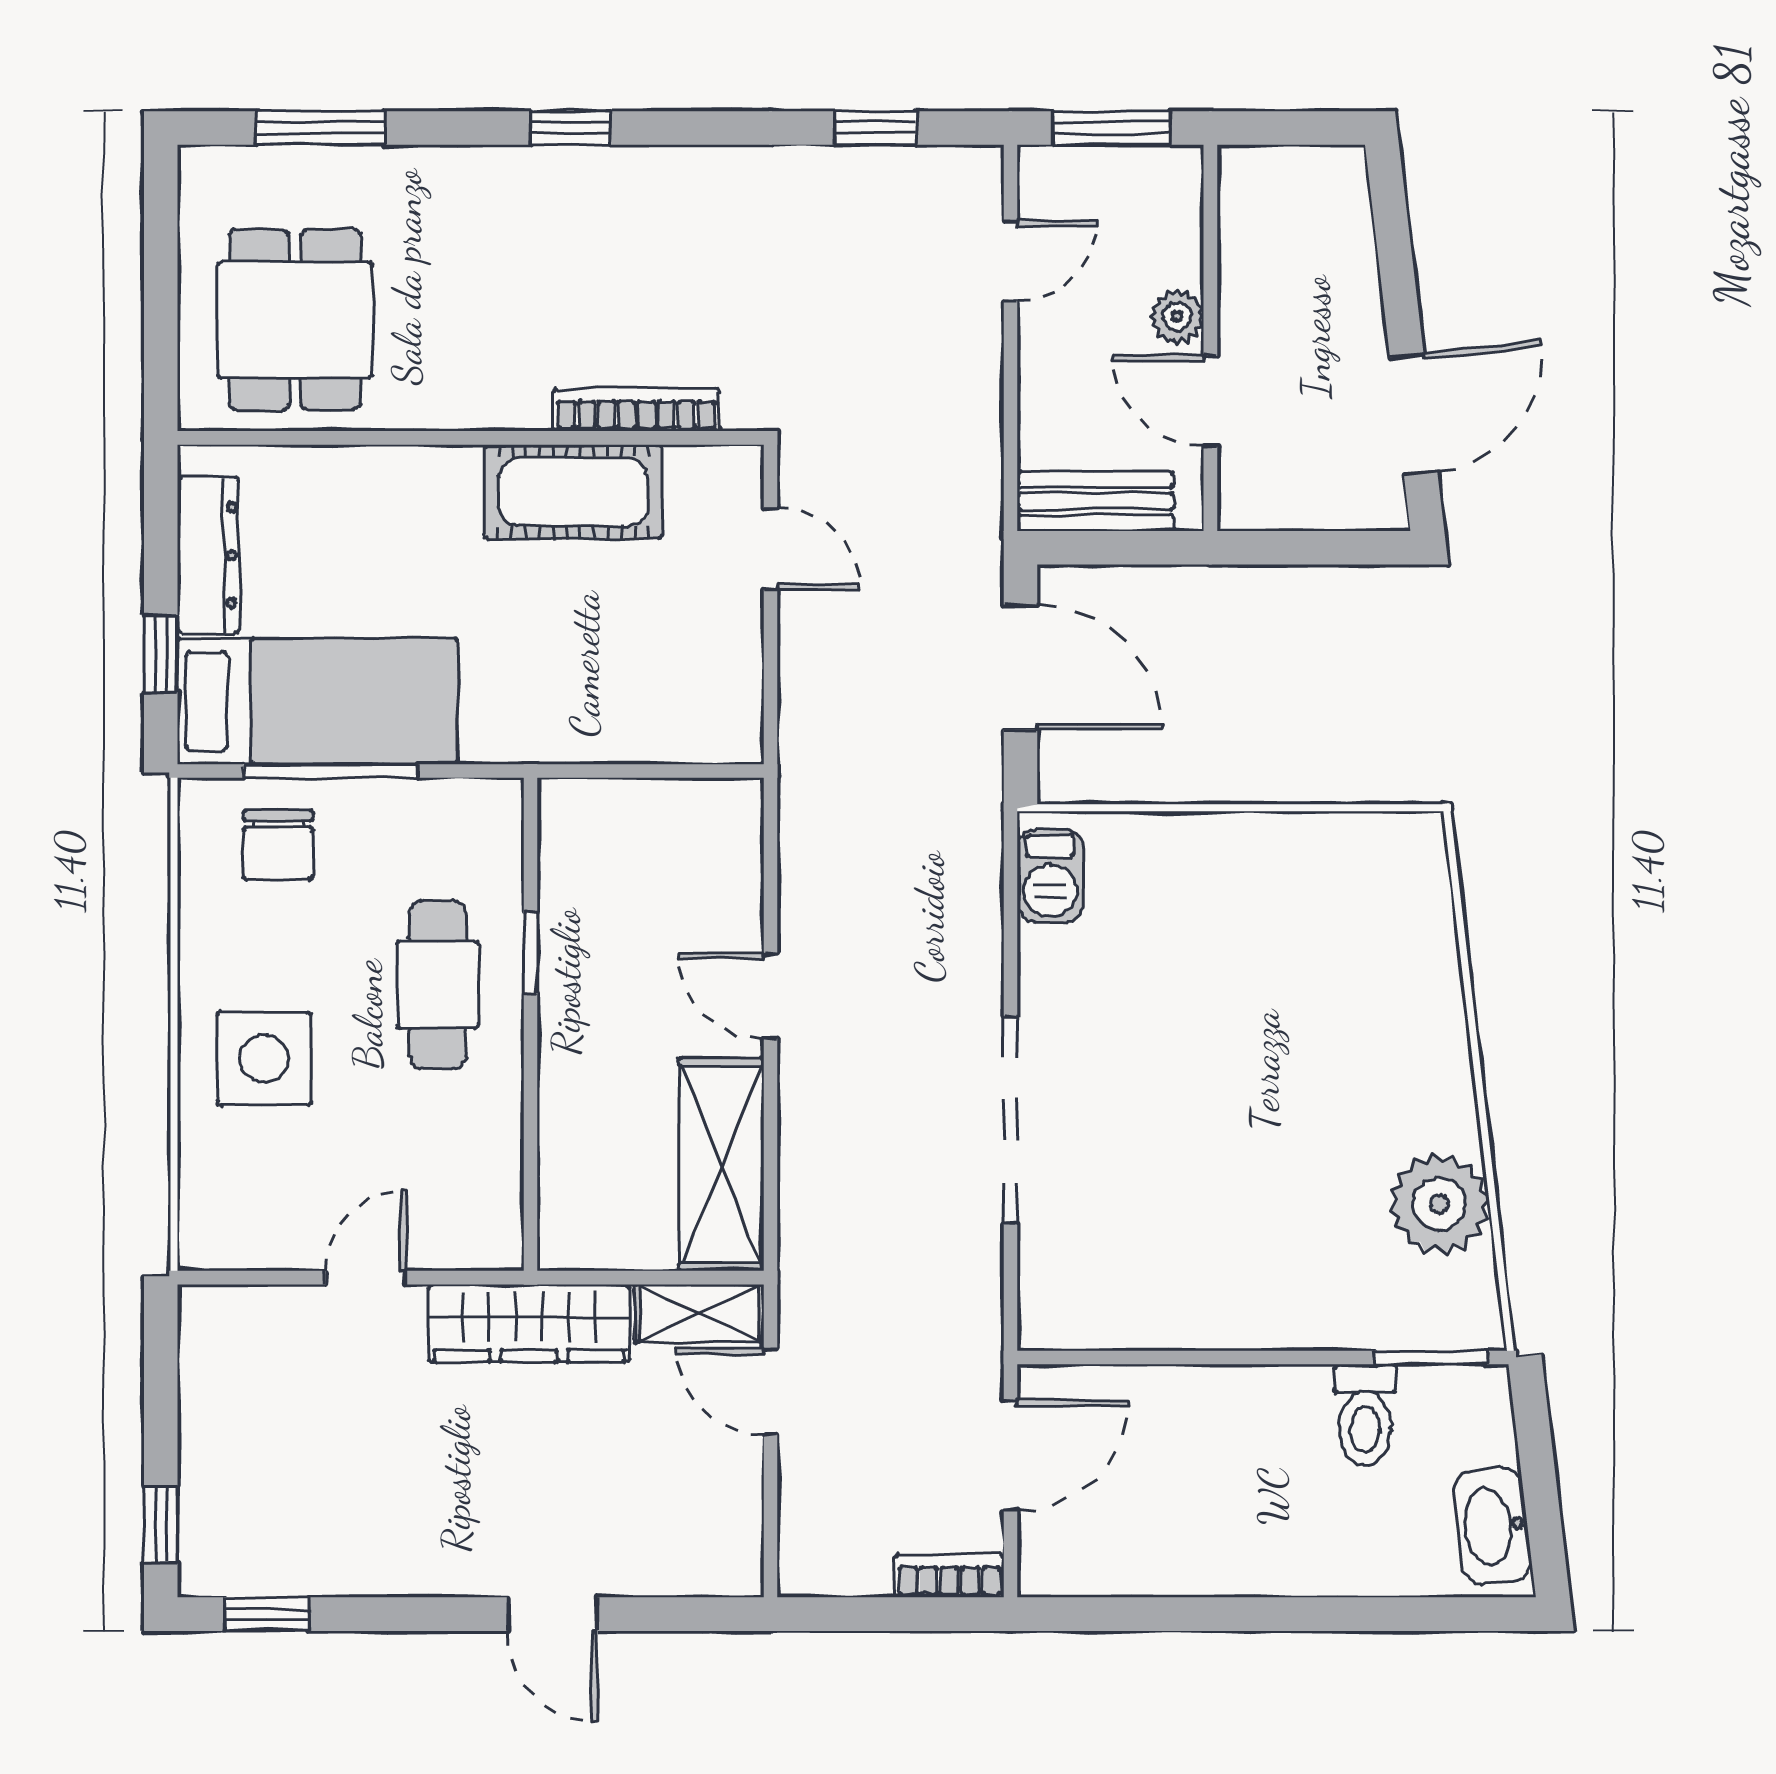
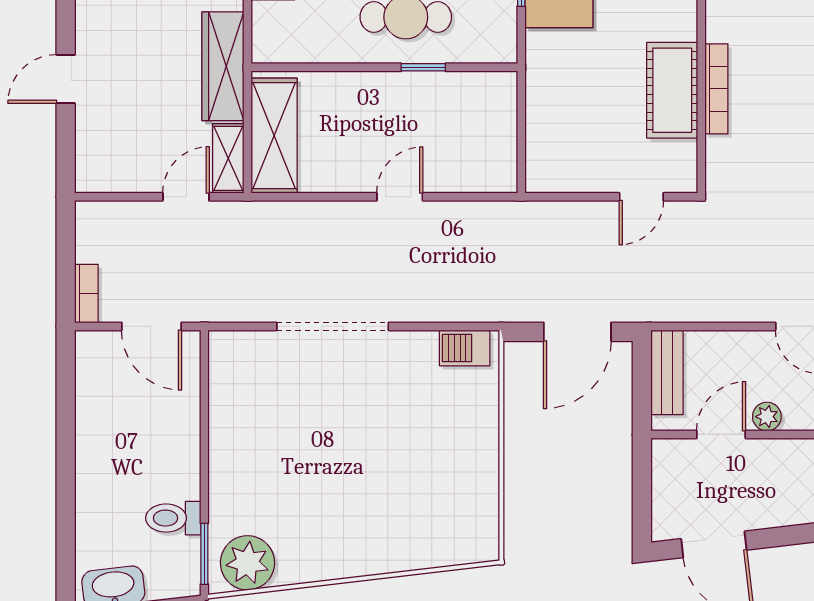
bookcase: (637, 410) -> (716, 89), moved
shelving: (721, 1164) -> (274, 136), moved, turned 90
plant: (1439, 1204) -> (247, 563), moved

